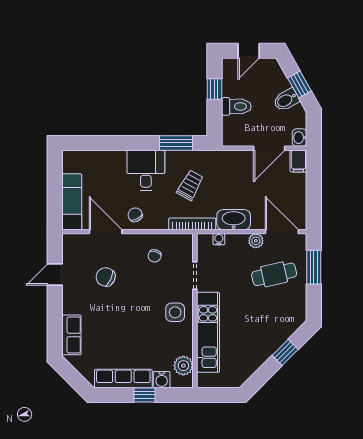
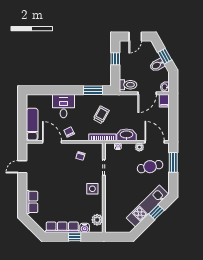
toilet: (236, 106) -> (128, 85), moved
desk: (146, 170) -> (64, 106), moved
chair: (106, 277) -> (52, 168), removed
kitchen unit: (208, 332) -> (147, 206), moved, turned -135

